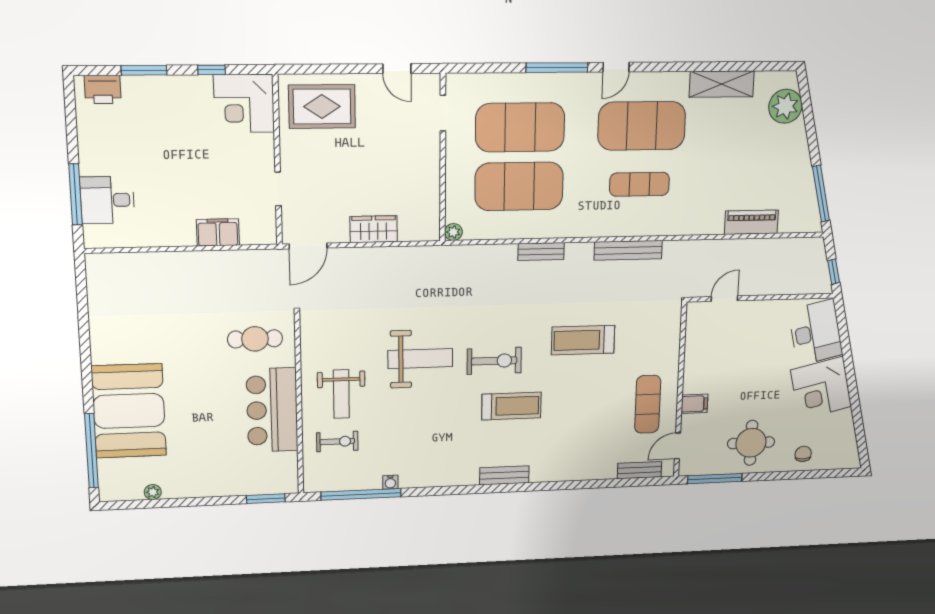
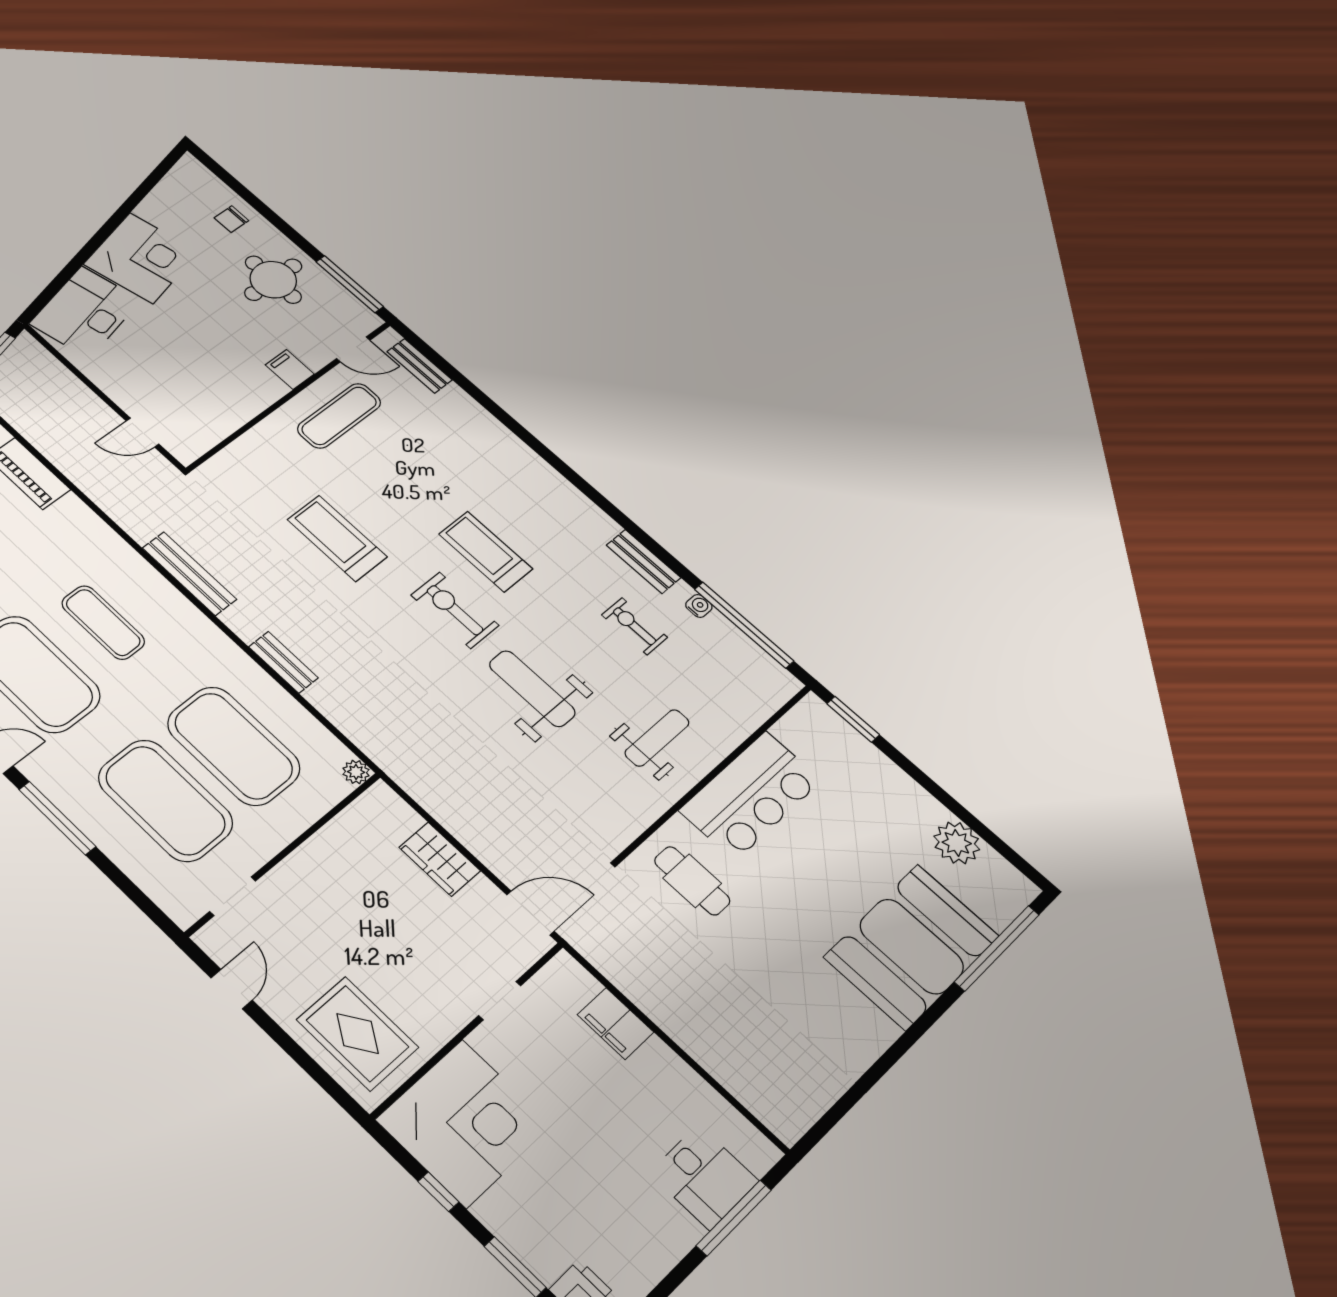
corner desk: (244, 103) -> (464, 1123), width x1.36, depth x1.36
treadmill: (583, 340) -> (337, 538), turned 180
exercise bike: (337, 441) -> (634, 626), moved
bench: (504, 475) -> (644, 561), moved
plant: (153, 492) -> (957, 843), width x1.87, depth x1.87

